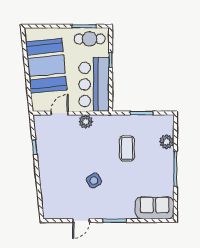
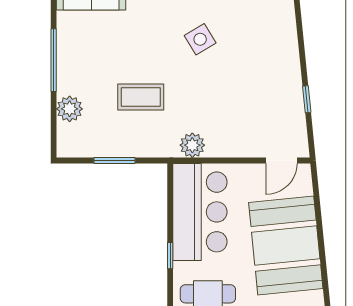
door: (60, 113) -> (281, 161), moved
plant: (86, 122) -> (192, 145), moved
coffee table: (127, 148) -> (141, 97), turned 90

